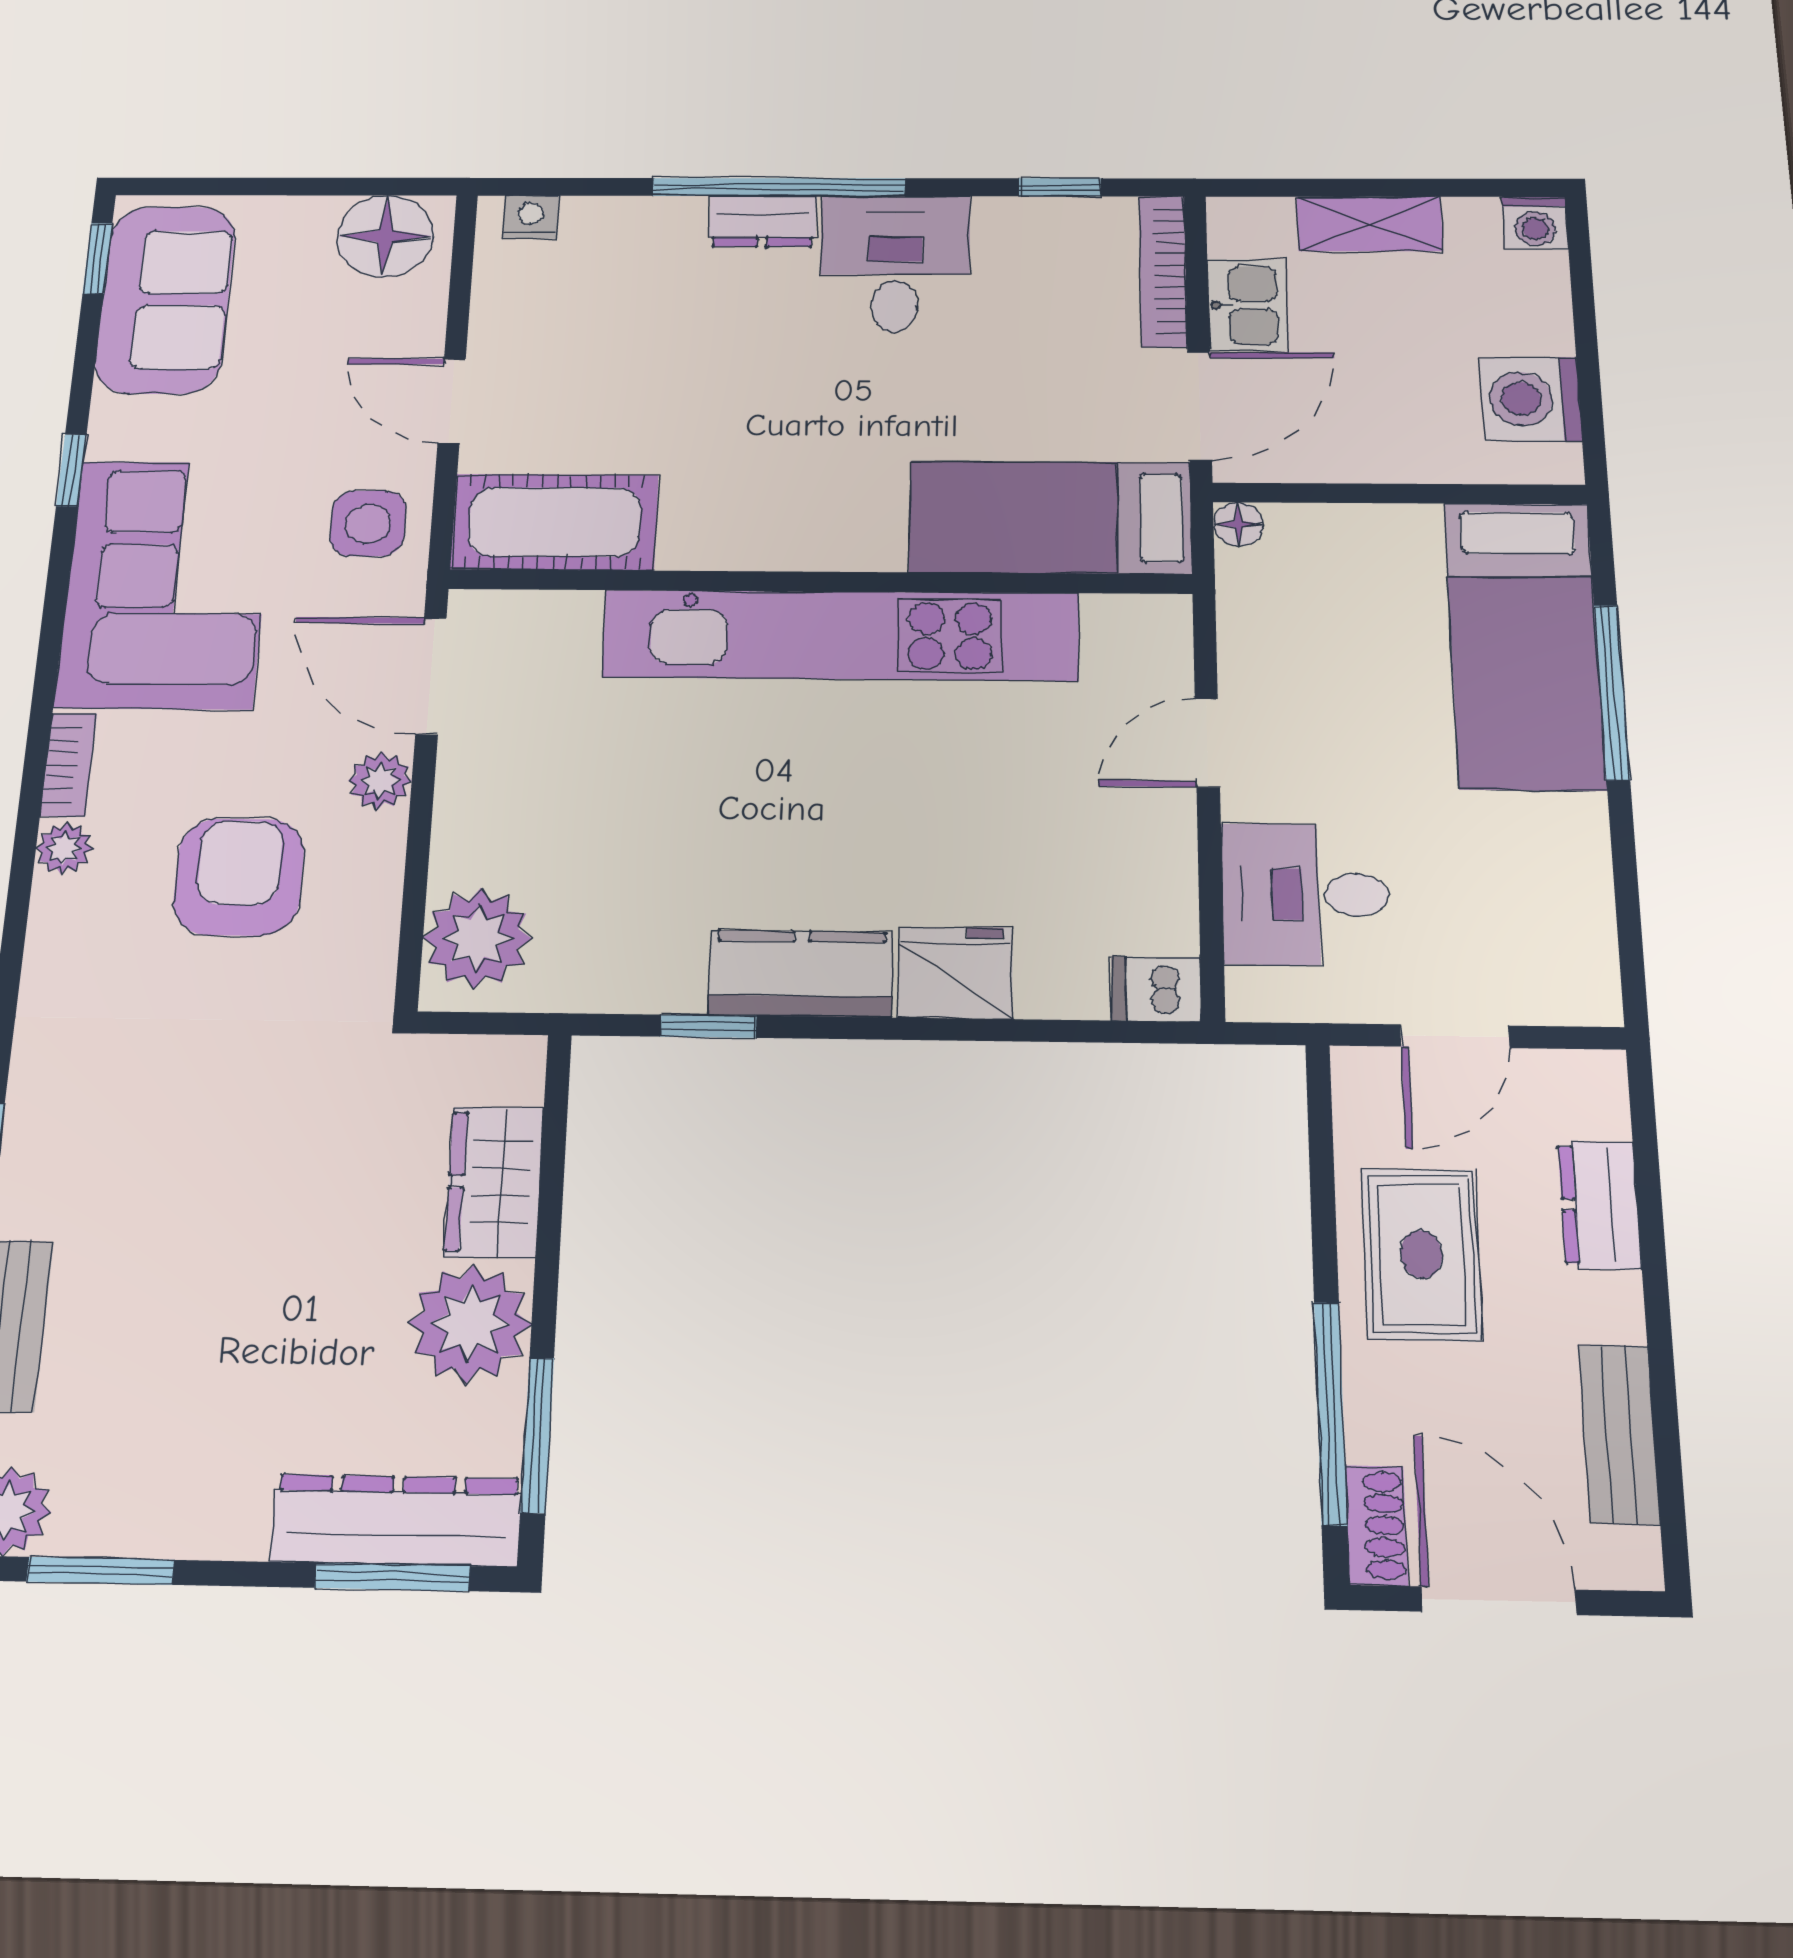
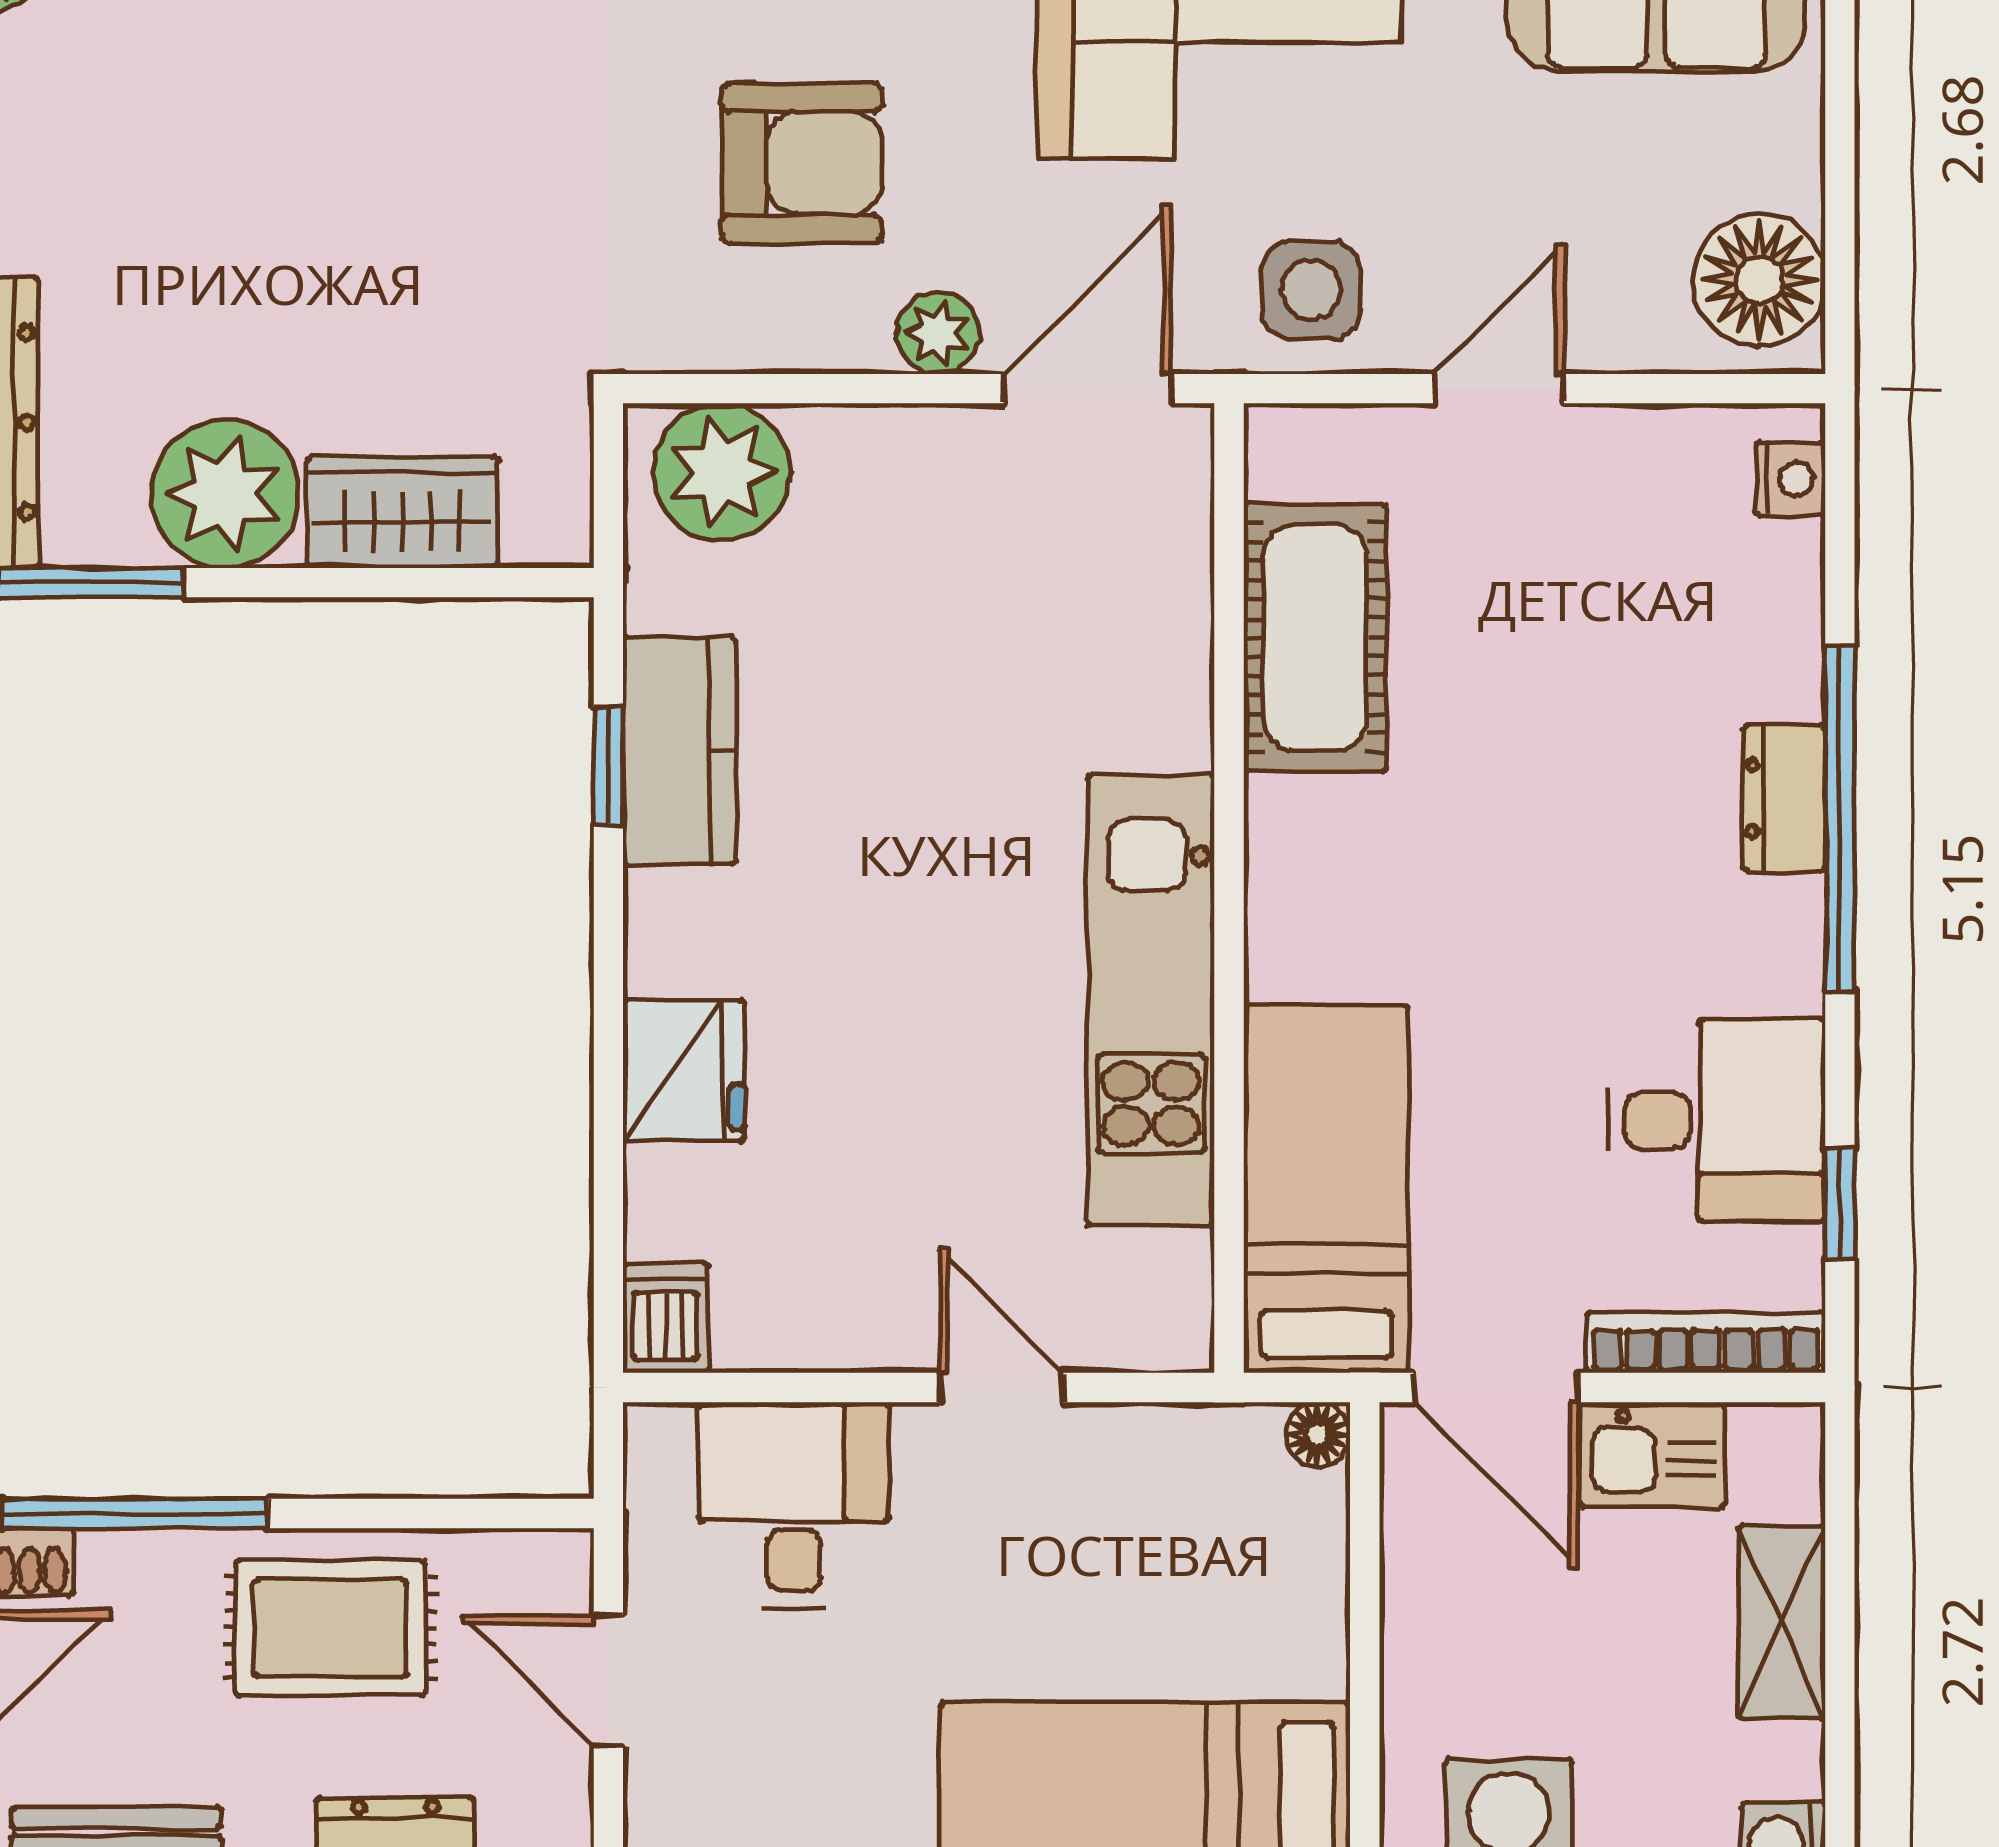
desk: (895, 264) -> (1716, 1120), moved
cot: (555, 522) -> (1315, 637), moved
kitchen unit: (841, 635) -> (1151, 1000), width x0.73
kitchen counter: (801, 974) -> (680, 751), moved

